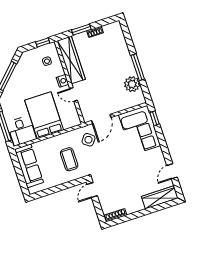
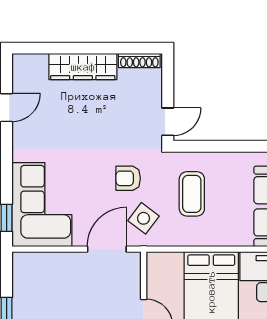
plant: (132, 84) -> (27, 295), removed
armchair: (102, 157) -> (128, 178), added
wardrobe: (160, 197) -> (83, 67), moved

